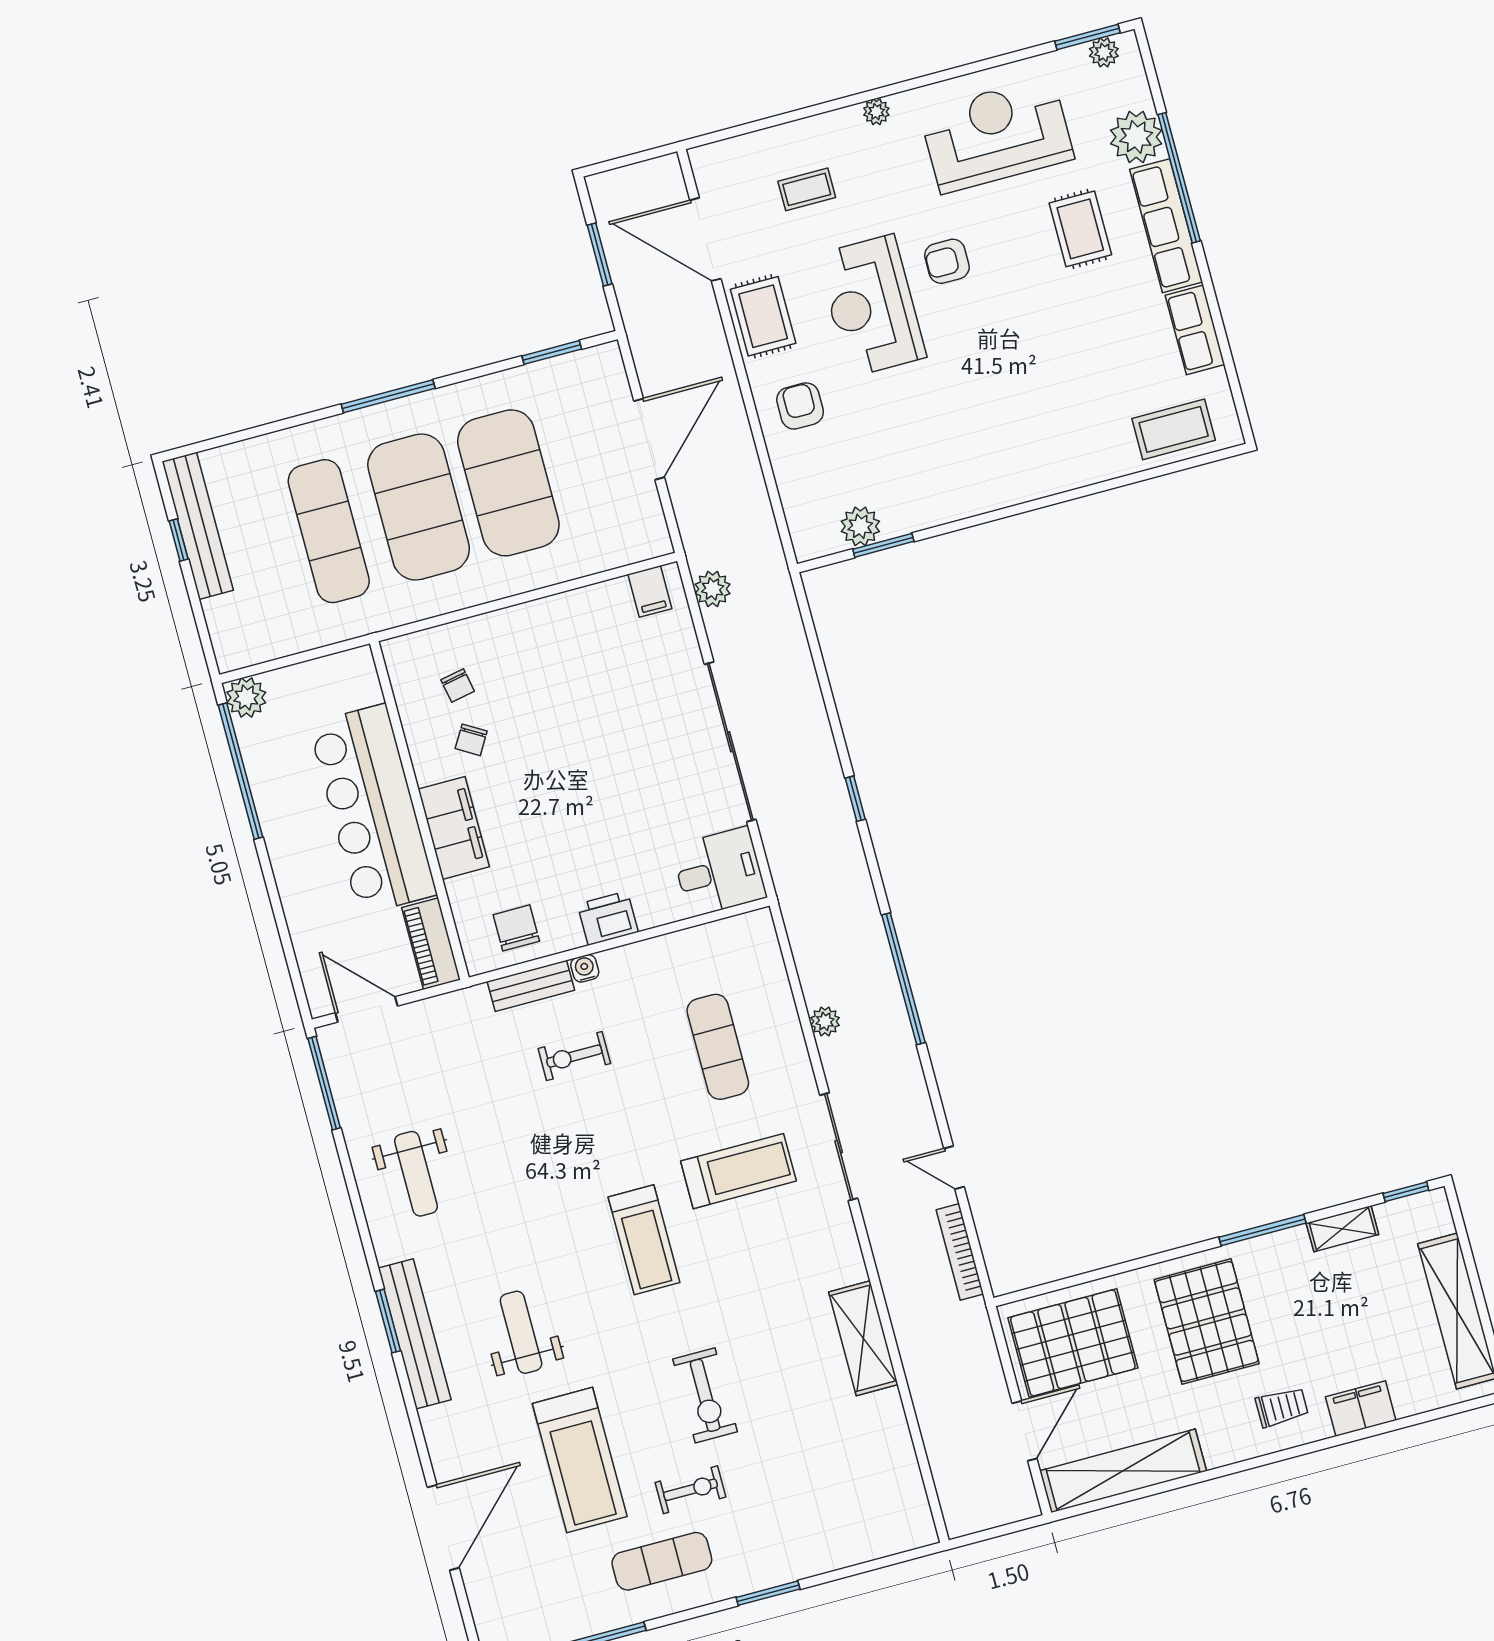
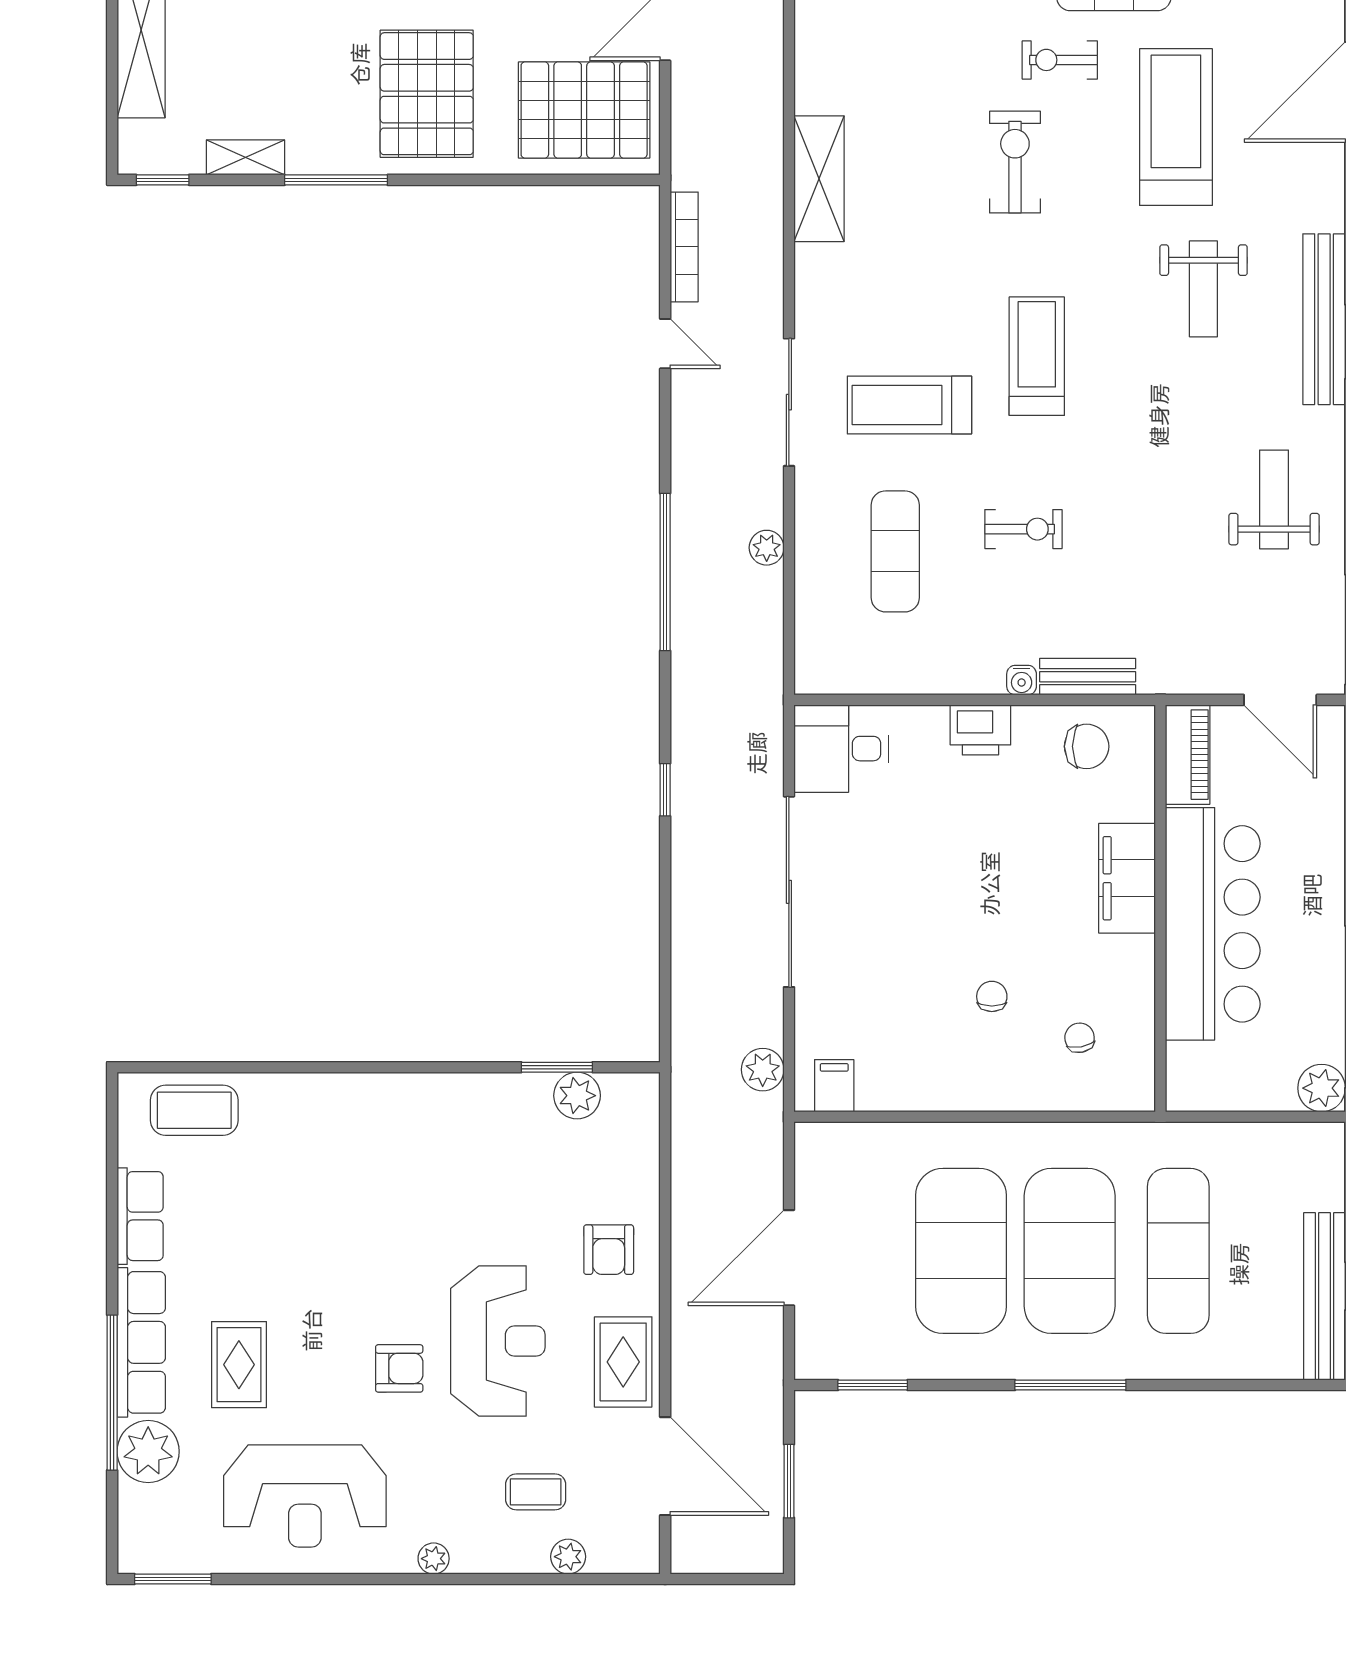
plant: (1104, 52) -> (568, 1557), moved
chair: (471, 740) -> (992, 996), moved, turned -31
chair: (516, 928) -> (1087, 746), turned -90
exercise bike: (574, 1056) -> (1023, 529), moved

